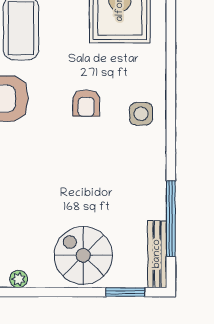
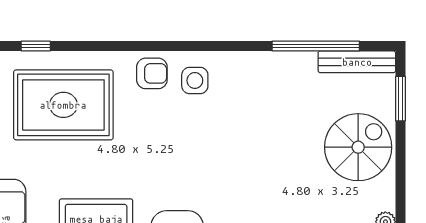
armchair: (86, 103) -> (152, 73), moved
spiral stairs: (83, 255) -> (358, 147), turned 180

